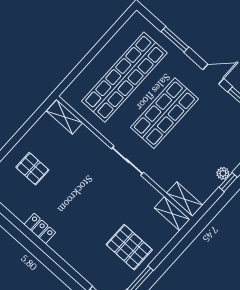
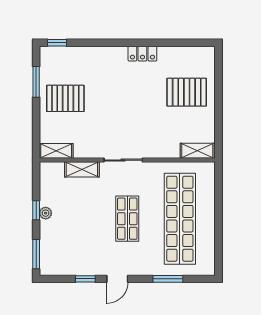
shop shelf: (164, 113) -> (127, 219), width x0.70, depth x0.74
pallet: (32, 169) -> (187, 92), width x1.50, depth x1.42
shelving: (185, 199) -> (82, 169), moved

